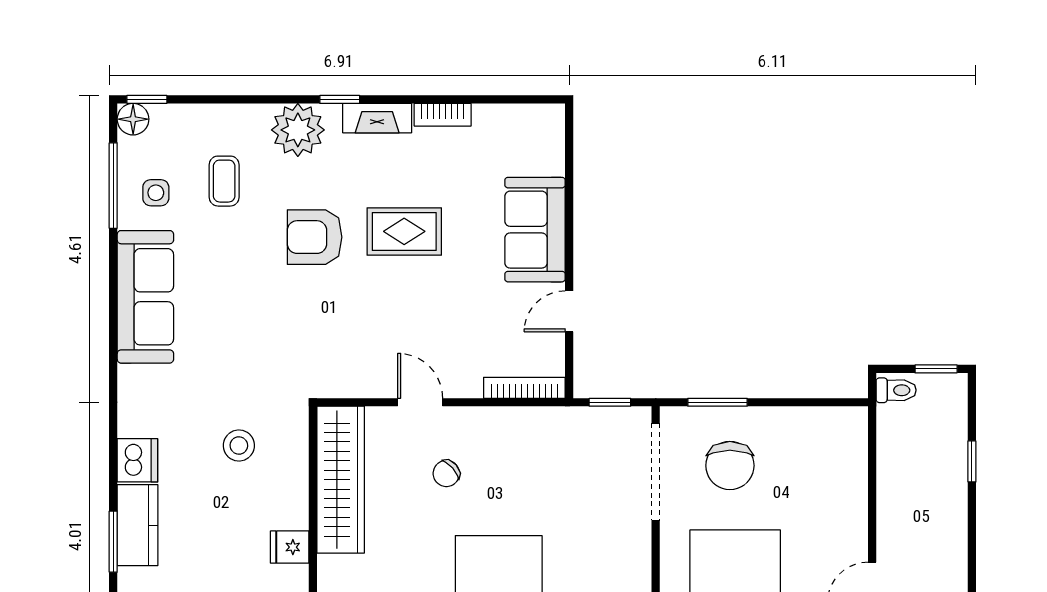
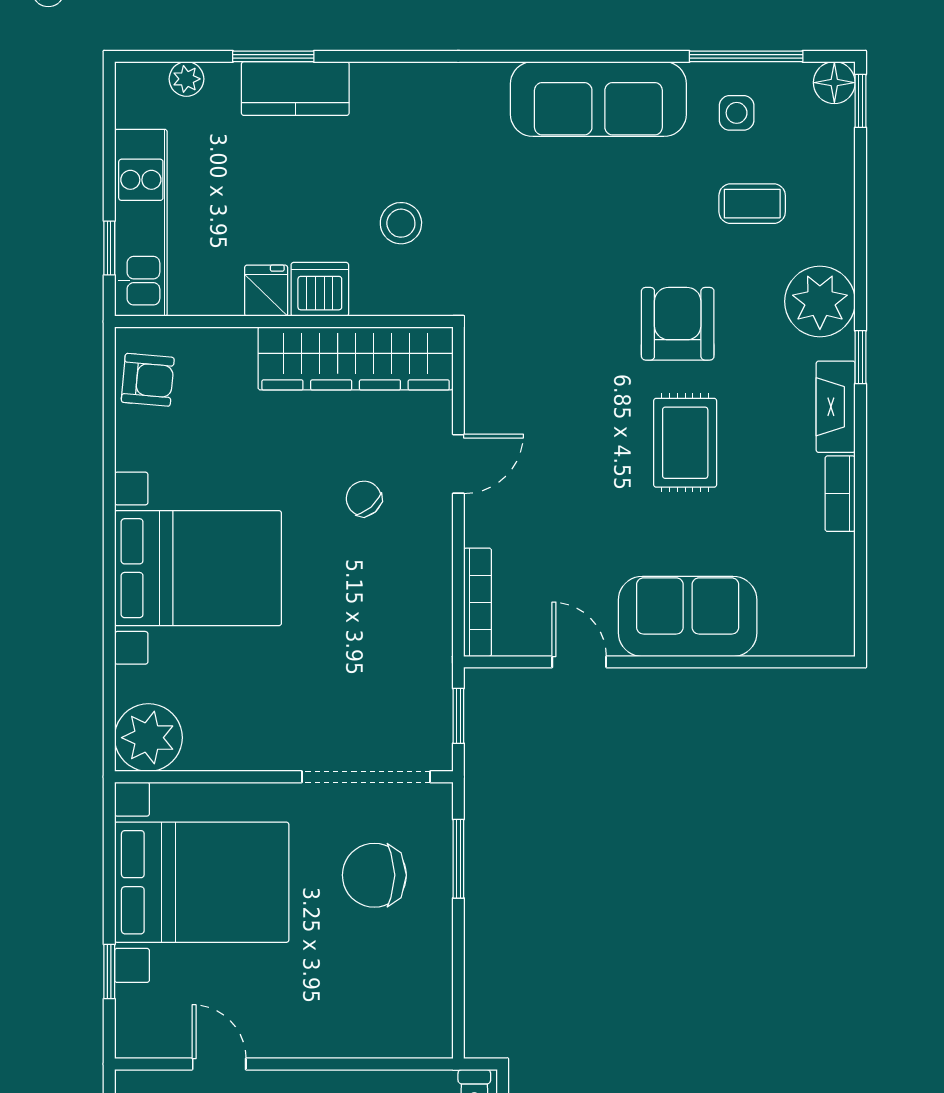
dishwasher: (137, 460) -> (320, 289), moved, turned 180

